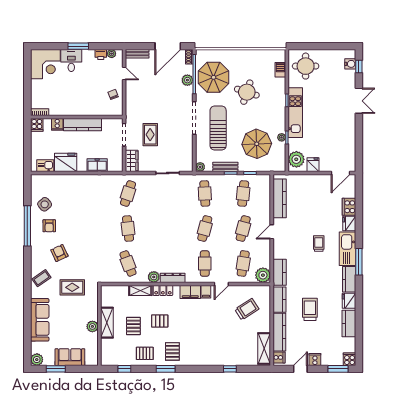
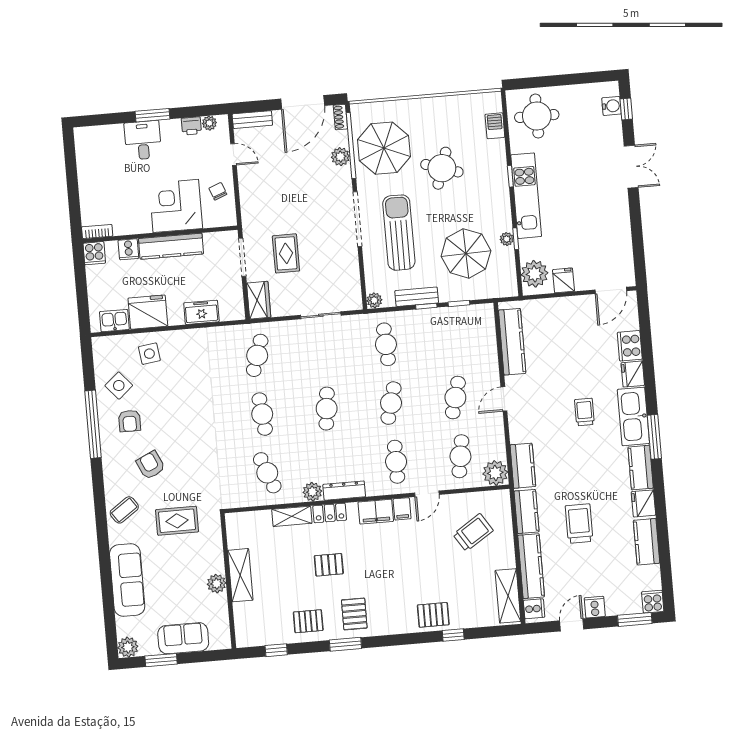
corner desk: (45, 64) -> (176, 206), moved, turned 180
side table: (64, 187) -> (149, 354), added
cafe table: (243, 194) -> (327, 409), moved
pallet: (133, 326) -> (433, 615), moved, turned 90

